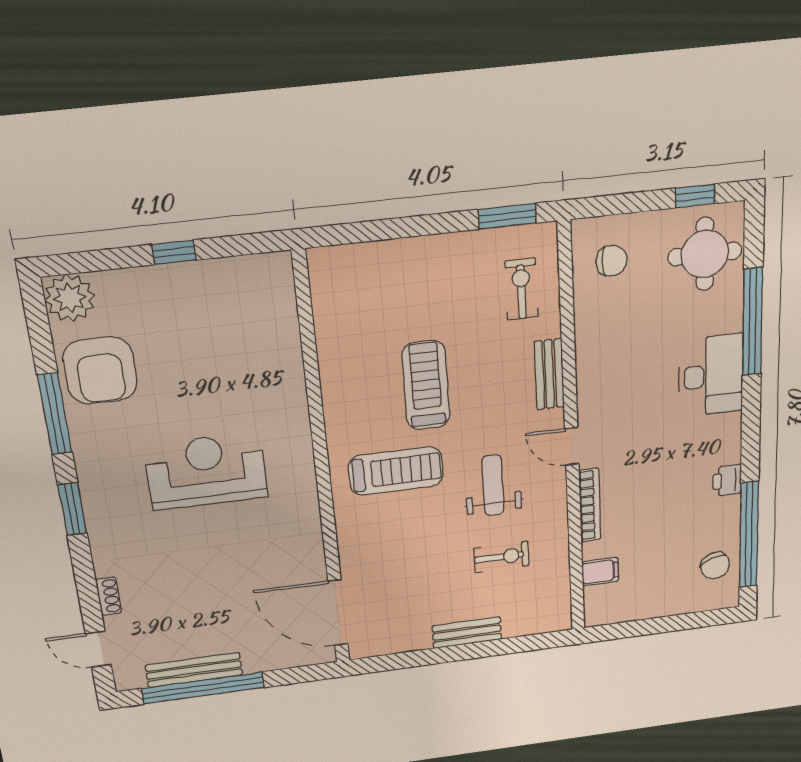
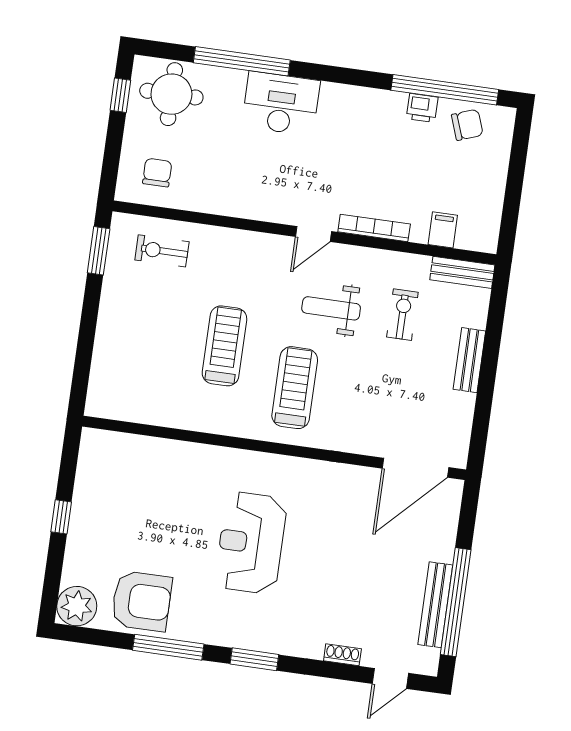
bench: (549, 374) -> (462, 272), moved
treadmill: (426, 385) -> (224, 346), turned 90
printer: (727, 480) -> (422, 108), moved

